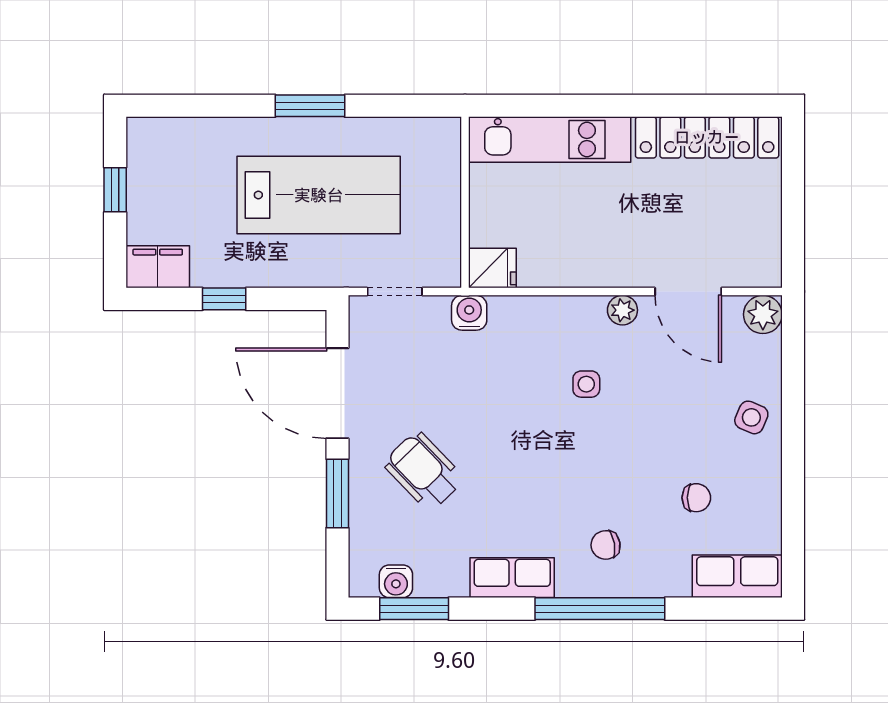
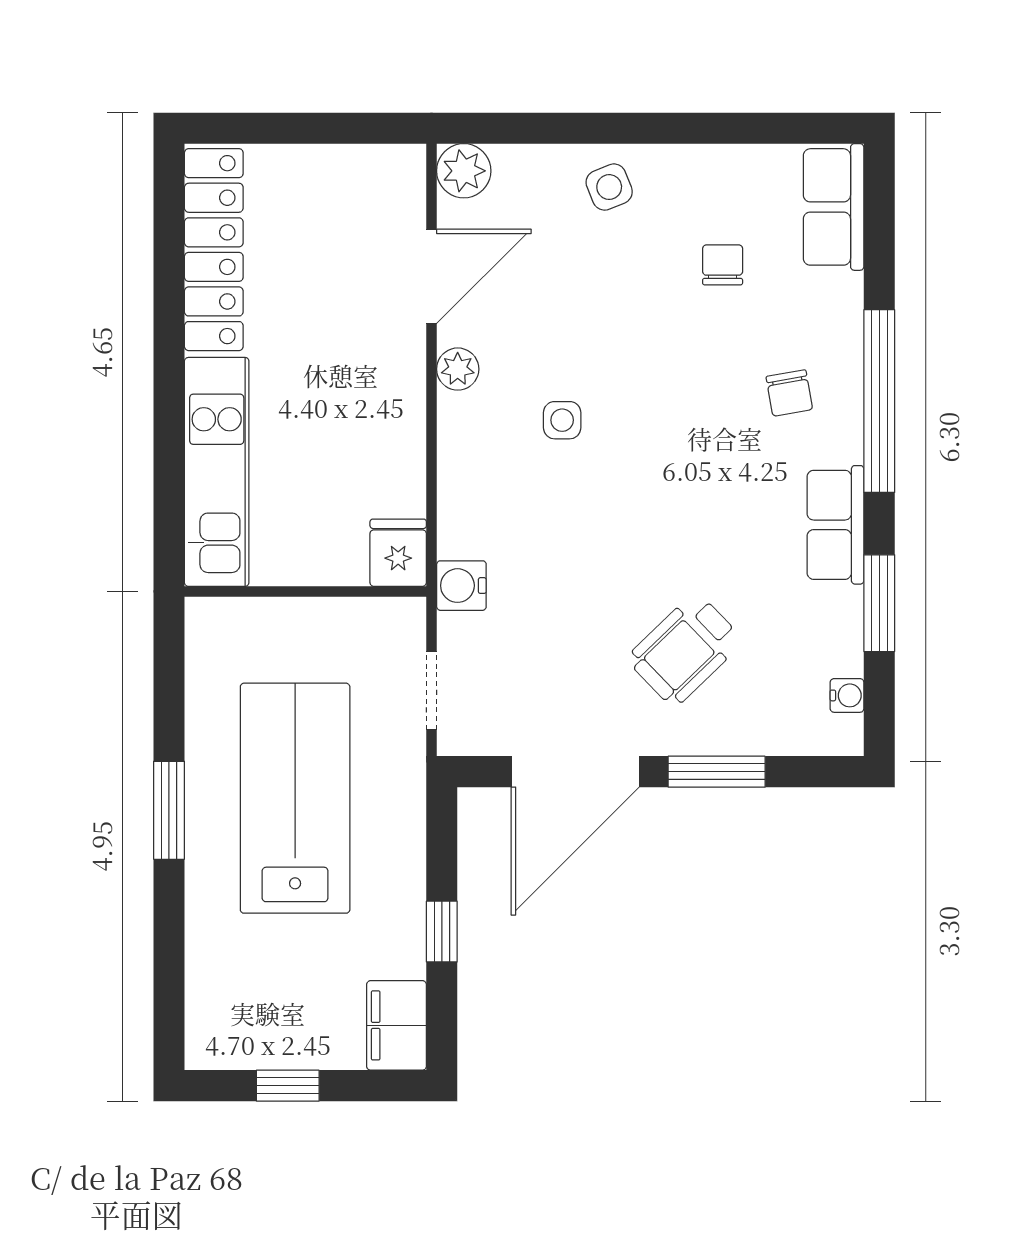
side table: (751, 417) -> (609, 187), turned 45
water cooler: (396, 581) -> (847, 695), width x0.72, depth x0.72
window: (414, 609) -> (879, 603), moved

